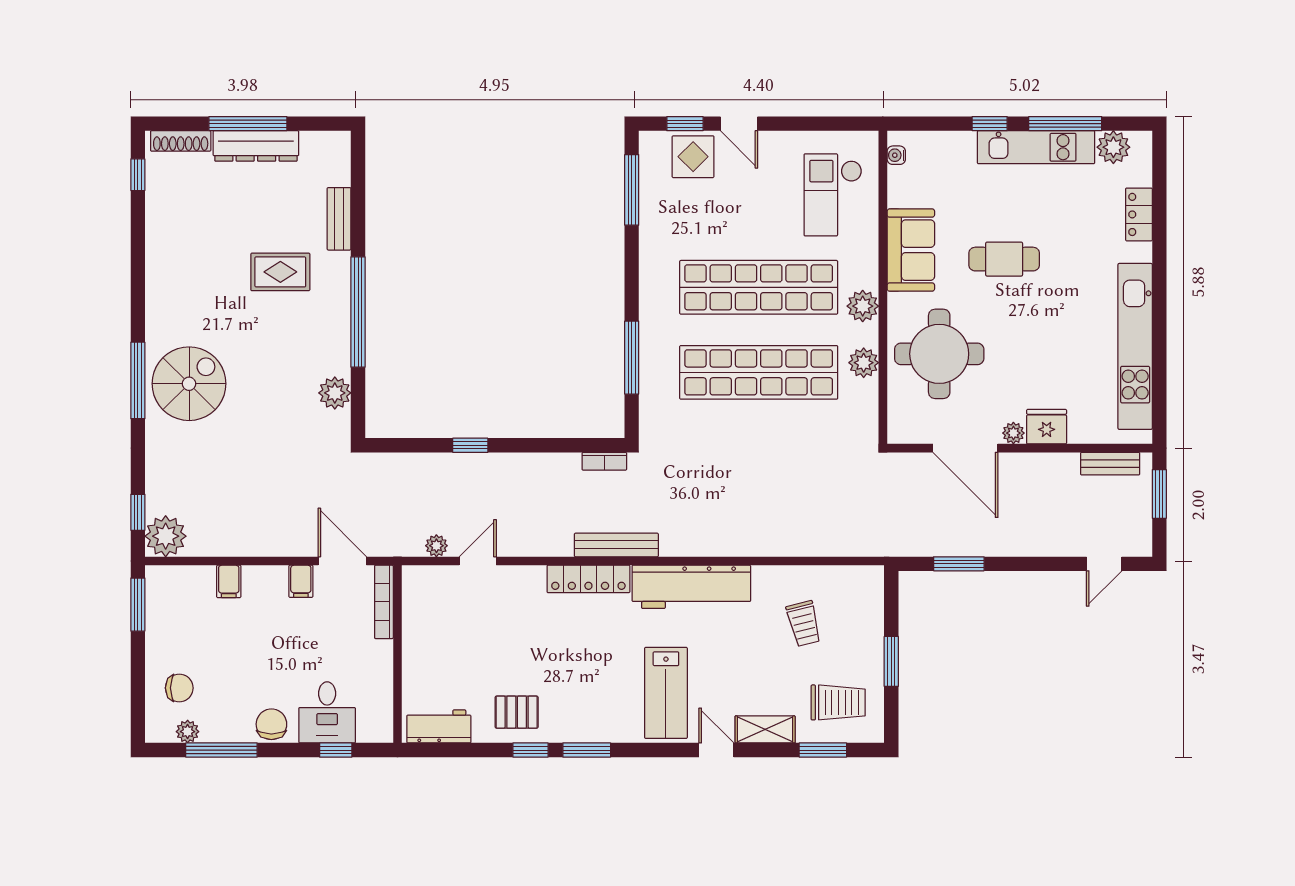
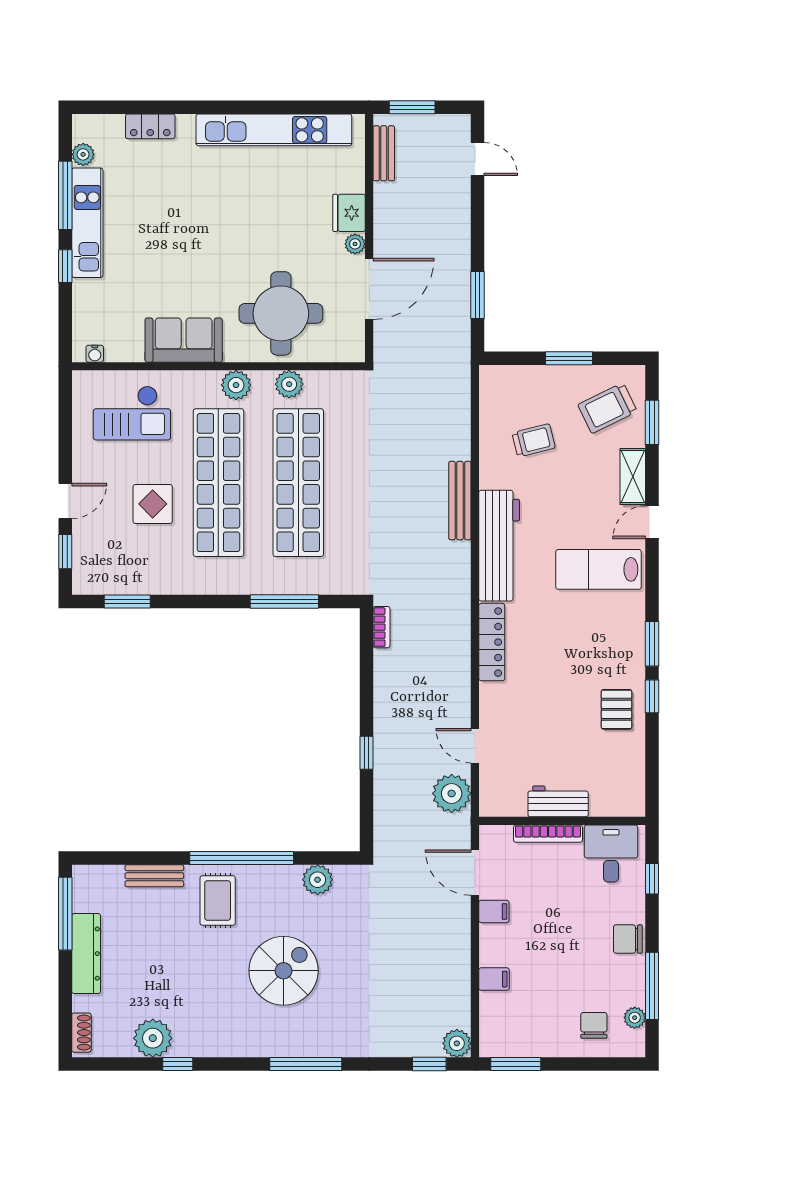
window: (248, 124) -> (65, 914), moved
shoe rack: (181, 141) -> (81, 1033), width x0.70
plant: (1113, 147) -> (83, 154), width x0.73, depth x0.73
display table: (693, 157) -> (153, 504), moved
window: (138, 175) -> (178, 1064), moved
window: (632, 190) -> (127, 602), width x0.69
plant: (166, 217) -> (153, 1038), added
cafe table: (1004, 259) -> (192, 253), removed
rug: (280, 272) -> (218, 900), moved
spiral stairs: (189, 384) -> (284, 971), moved, turned 90
plant: (166, 536) -> (457, 1043), width x0.73, depth x0.73
bench: (616, 545) -> (460, 501), moved
plant: (436, 546) -> (452, 793), width x1.88, depth x1.88
door: (342, 561) -> (475, 873), hinge flipped
bookcase: (384, 602) -> (548, 834), moved
lab bench: (666, 693) -> (598, 569), turned 180
trolley: (838, 702) -> (607, 408), turned -116
desk: (327, 712) -> (611, 854), moved, turned -90
workbench: (439, 726) -> (558, 801), moved, turned 90

